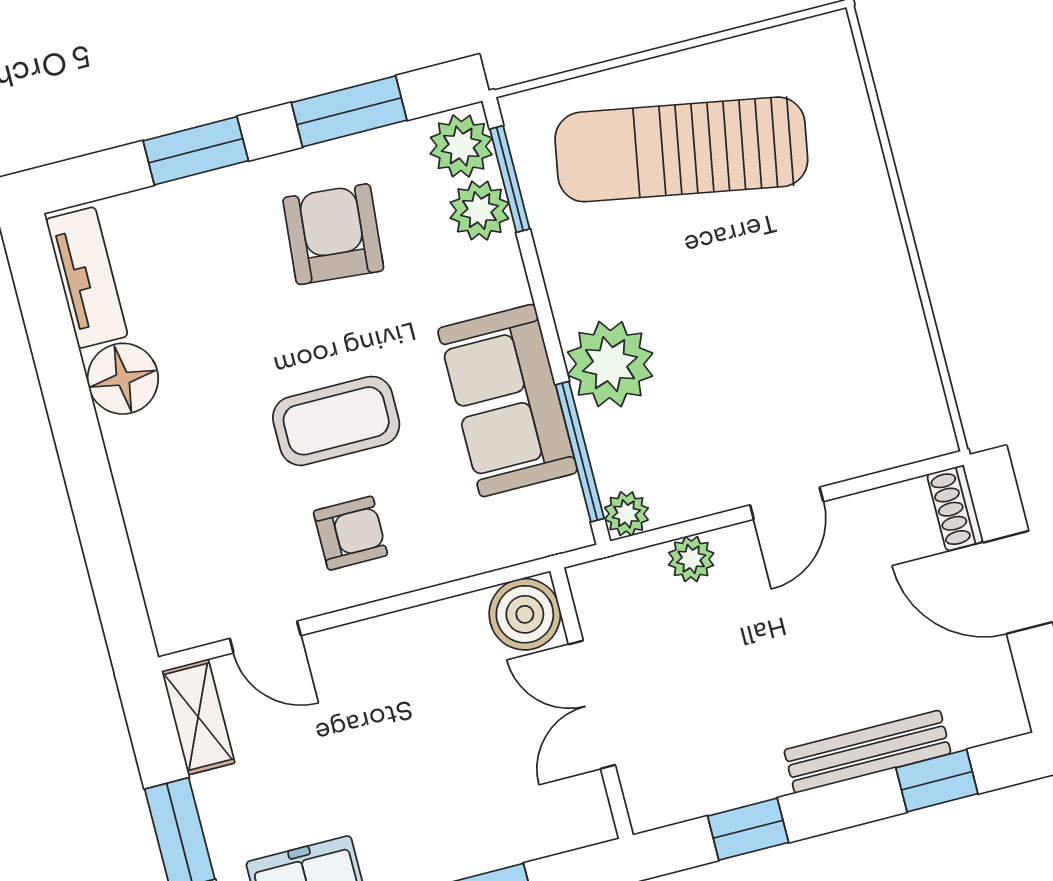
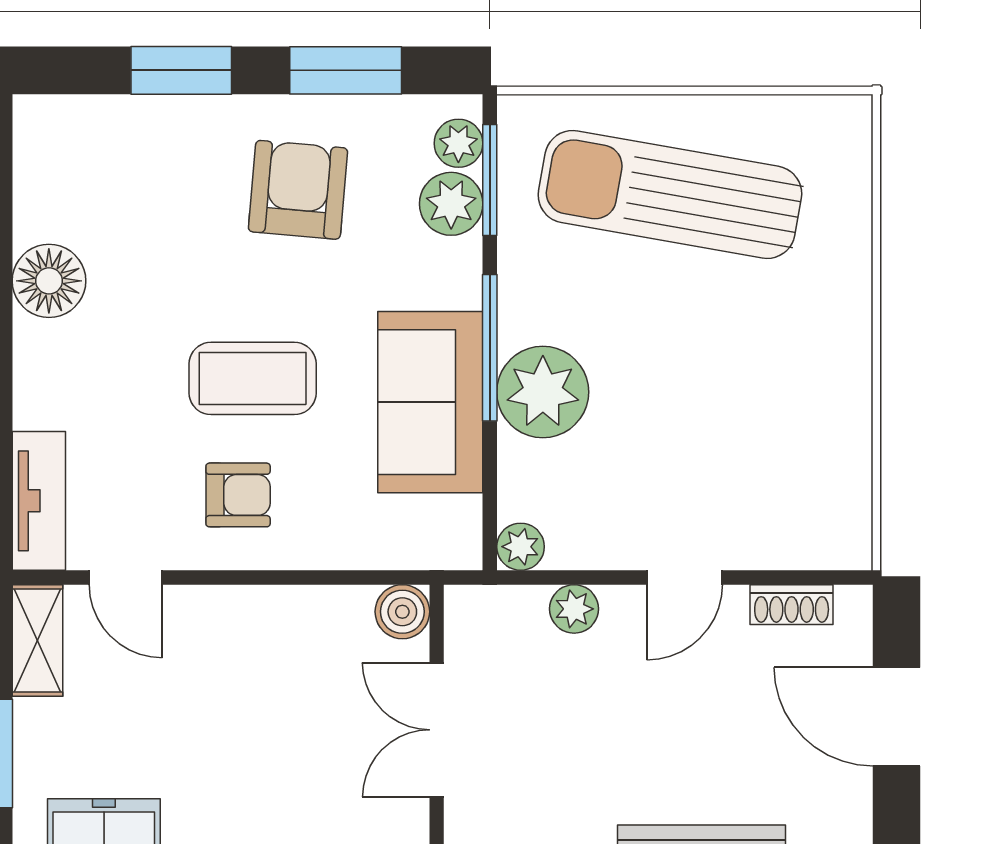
plant: (461, 146) -> (458, 143), width x0.73, depth x0.73
tv unit: (87, 278) -> (39, 501), moved
window: (580, 452) -> (490, 348), moved
shoe rack: (955, 508) -> (792, 605), moved, turned -90
boiler: (525, 614) -> (402, 612), width x0.73, depth x0.73

